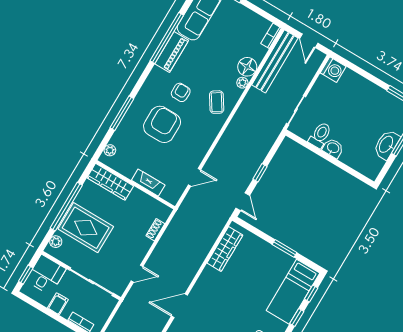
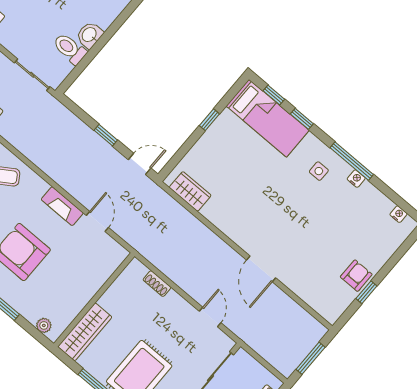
fireplace: (148, 183) -> (62, 206), moved, turned -90
window: (285, 248) -> (209, 120), width x0.67
wardrobe: (225, 249) -> (190, 191), width x0.67

